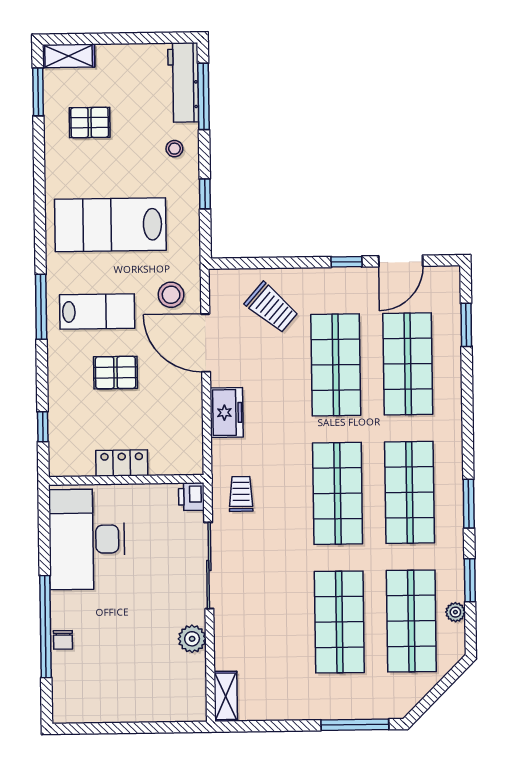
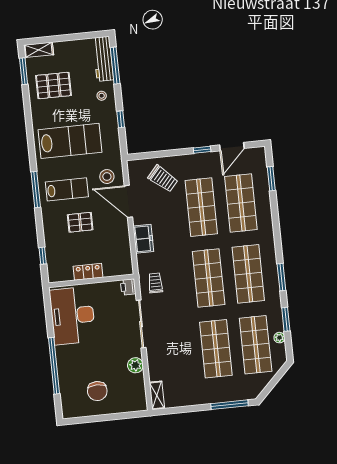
pallet: (90, 122) -> (54, 86), width x1.50, depth x1.42
lab bench: (110, 225) -> (70, 141), turned 180
chair: (63, 640) -> (97, 391), moved, width x1.87, depth x1.87

